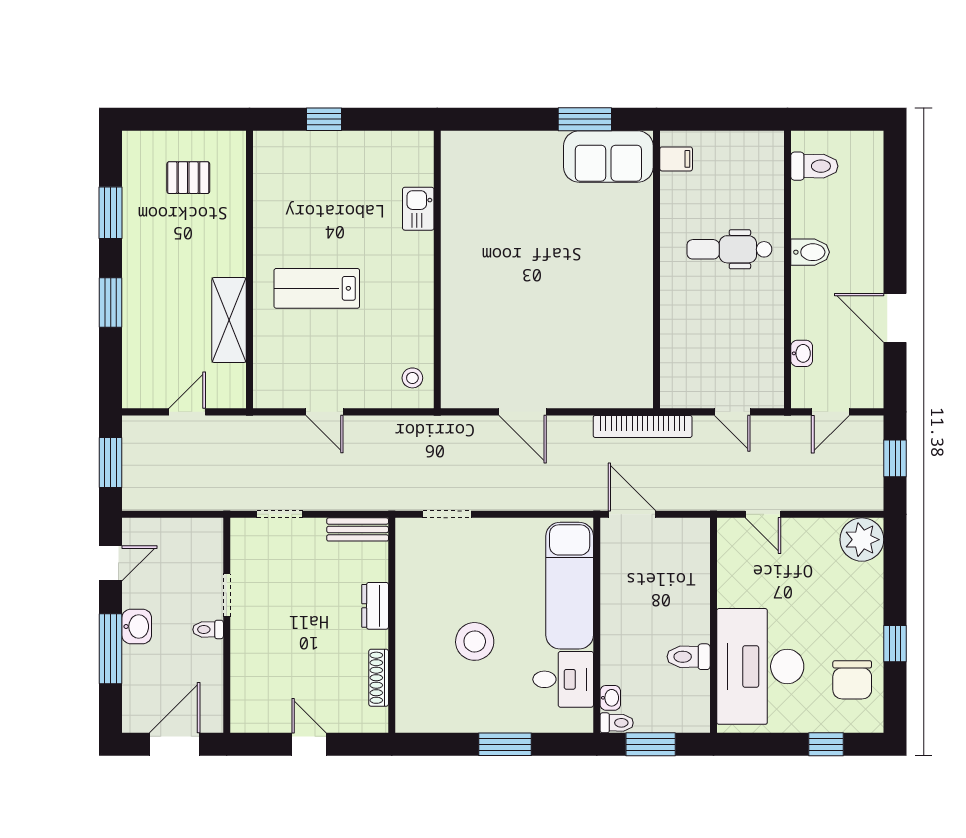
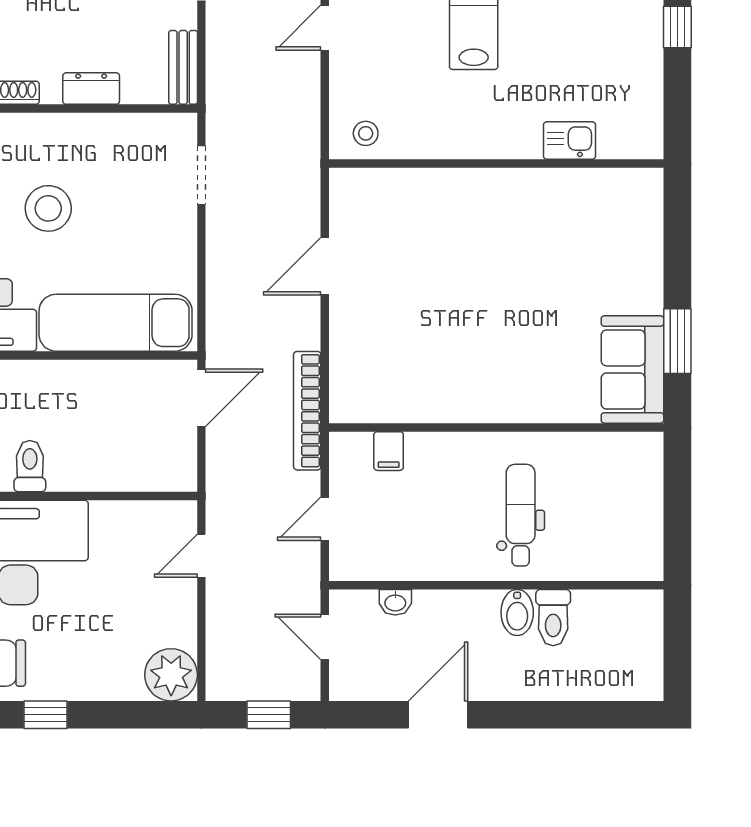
filing cabinet: (676, 159) -> (389, 451), moved
toilet: (814, 166) -> (553, 618), moved

